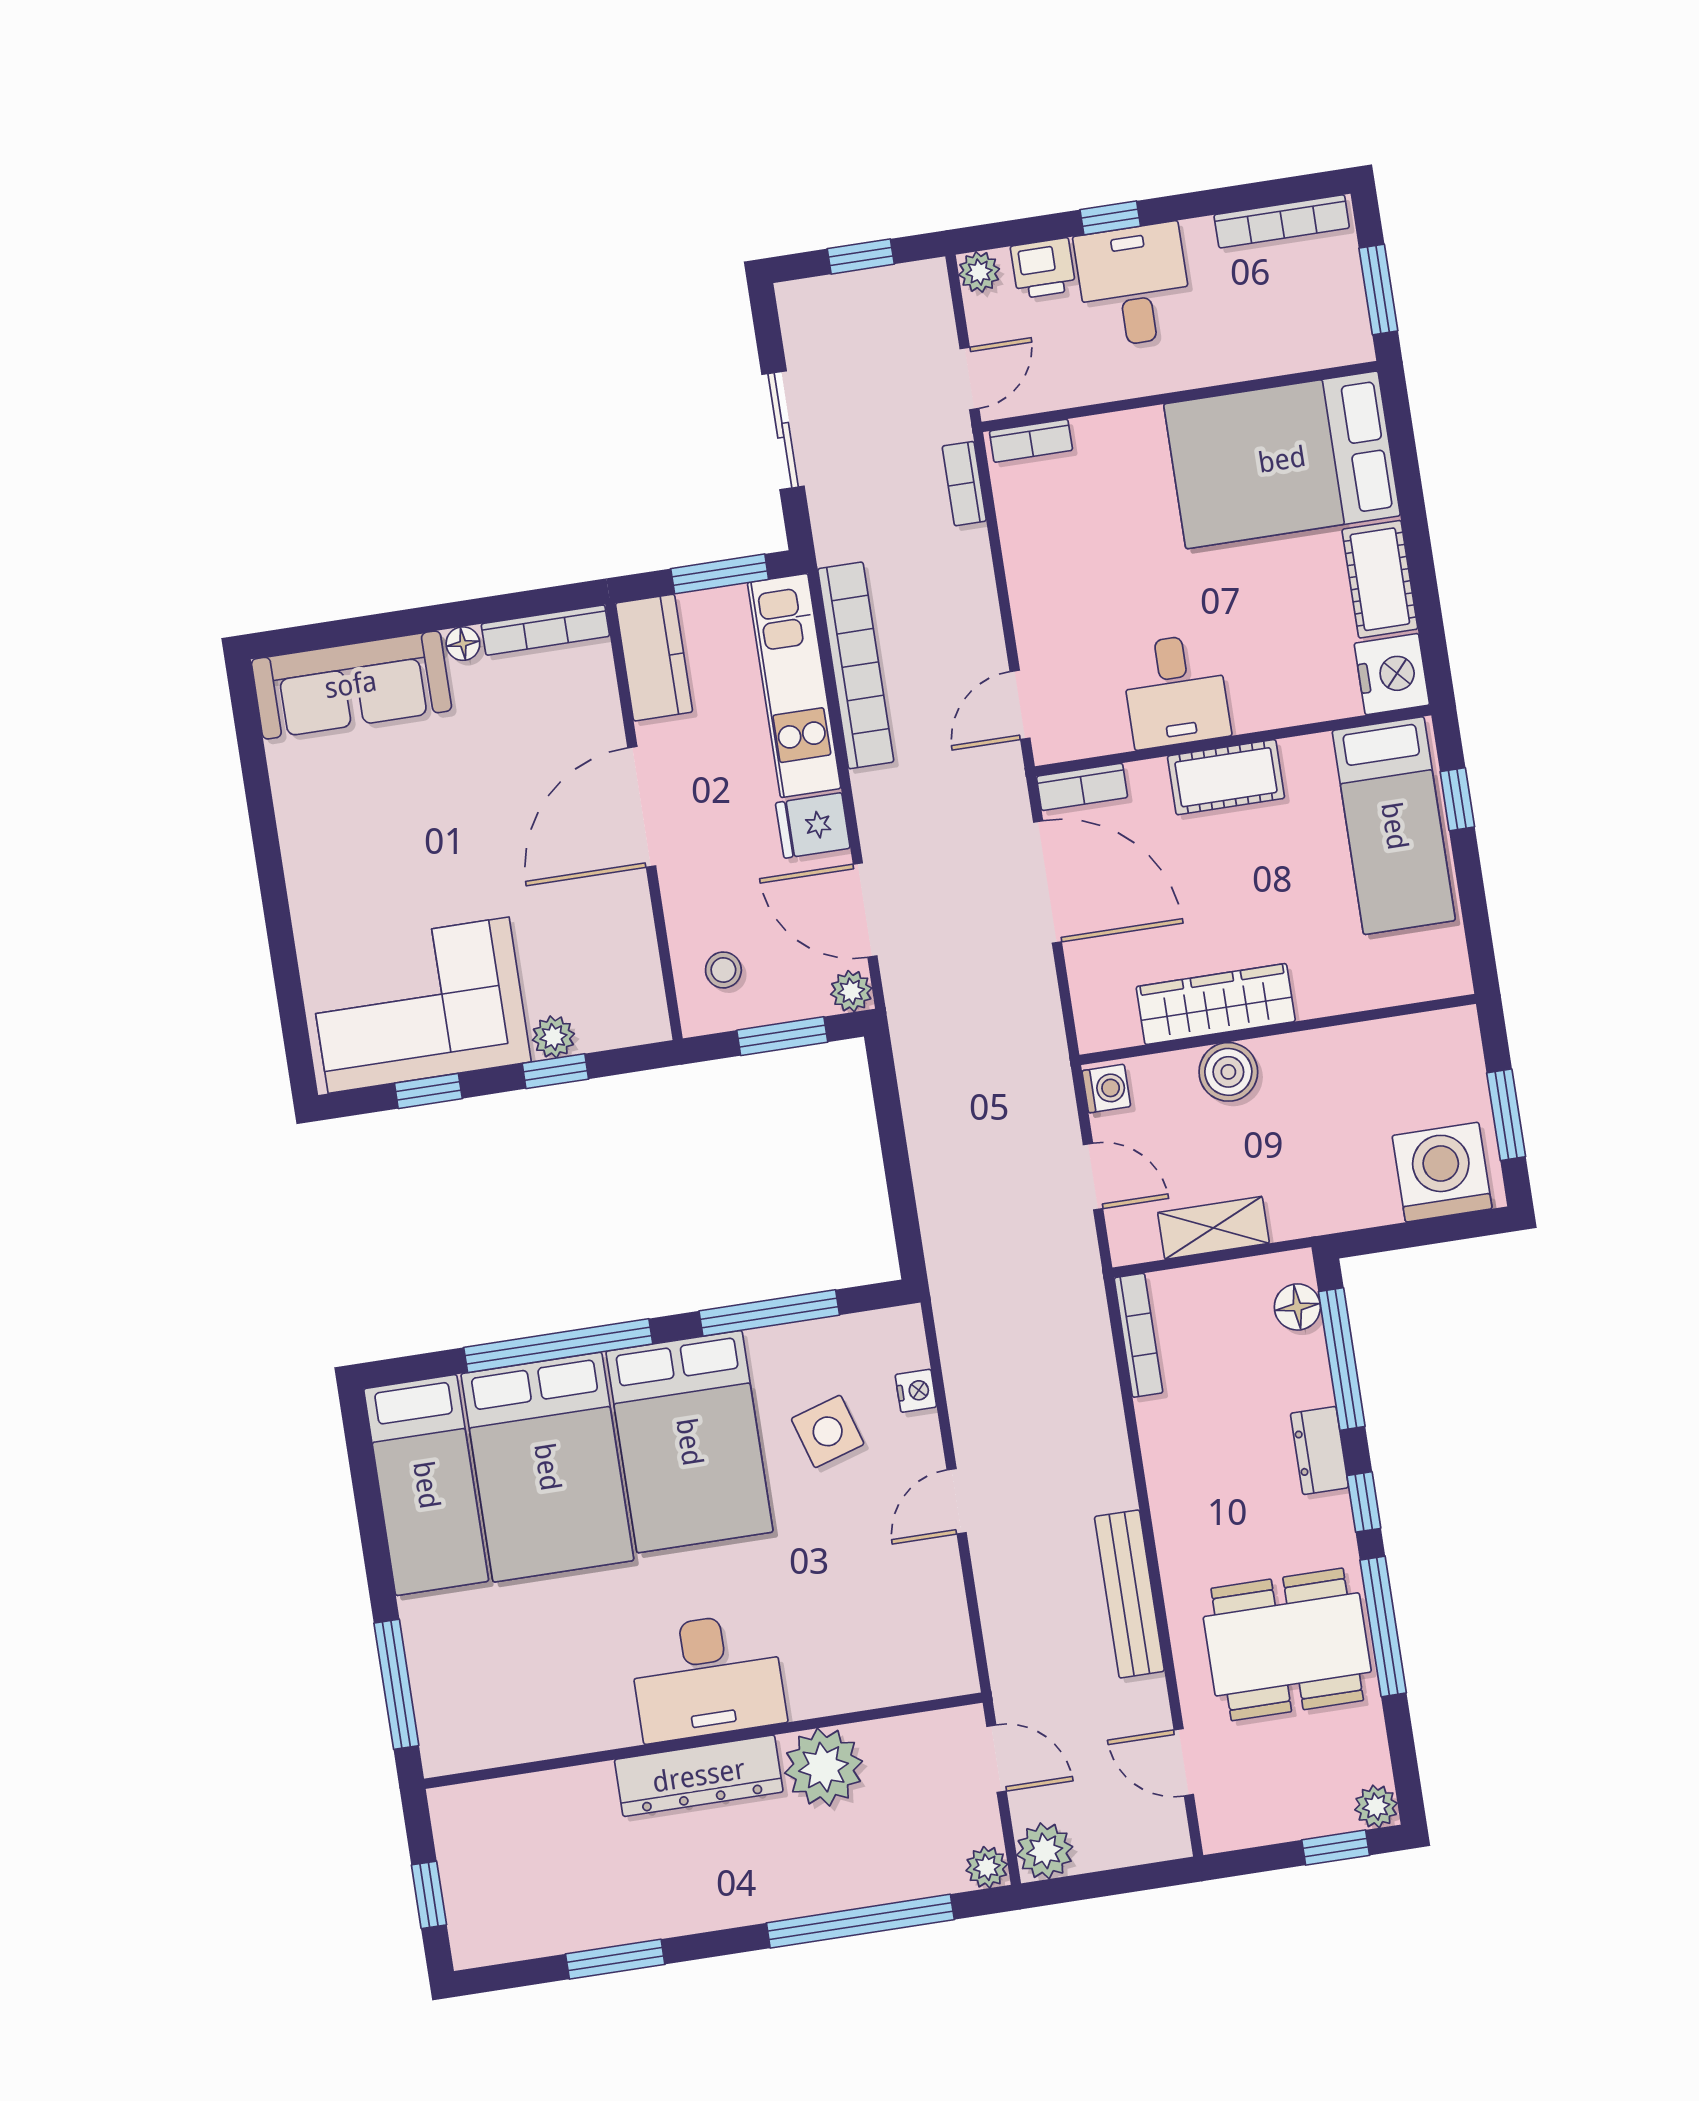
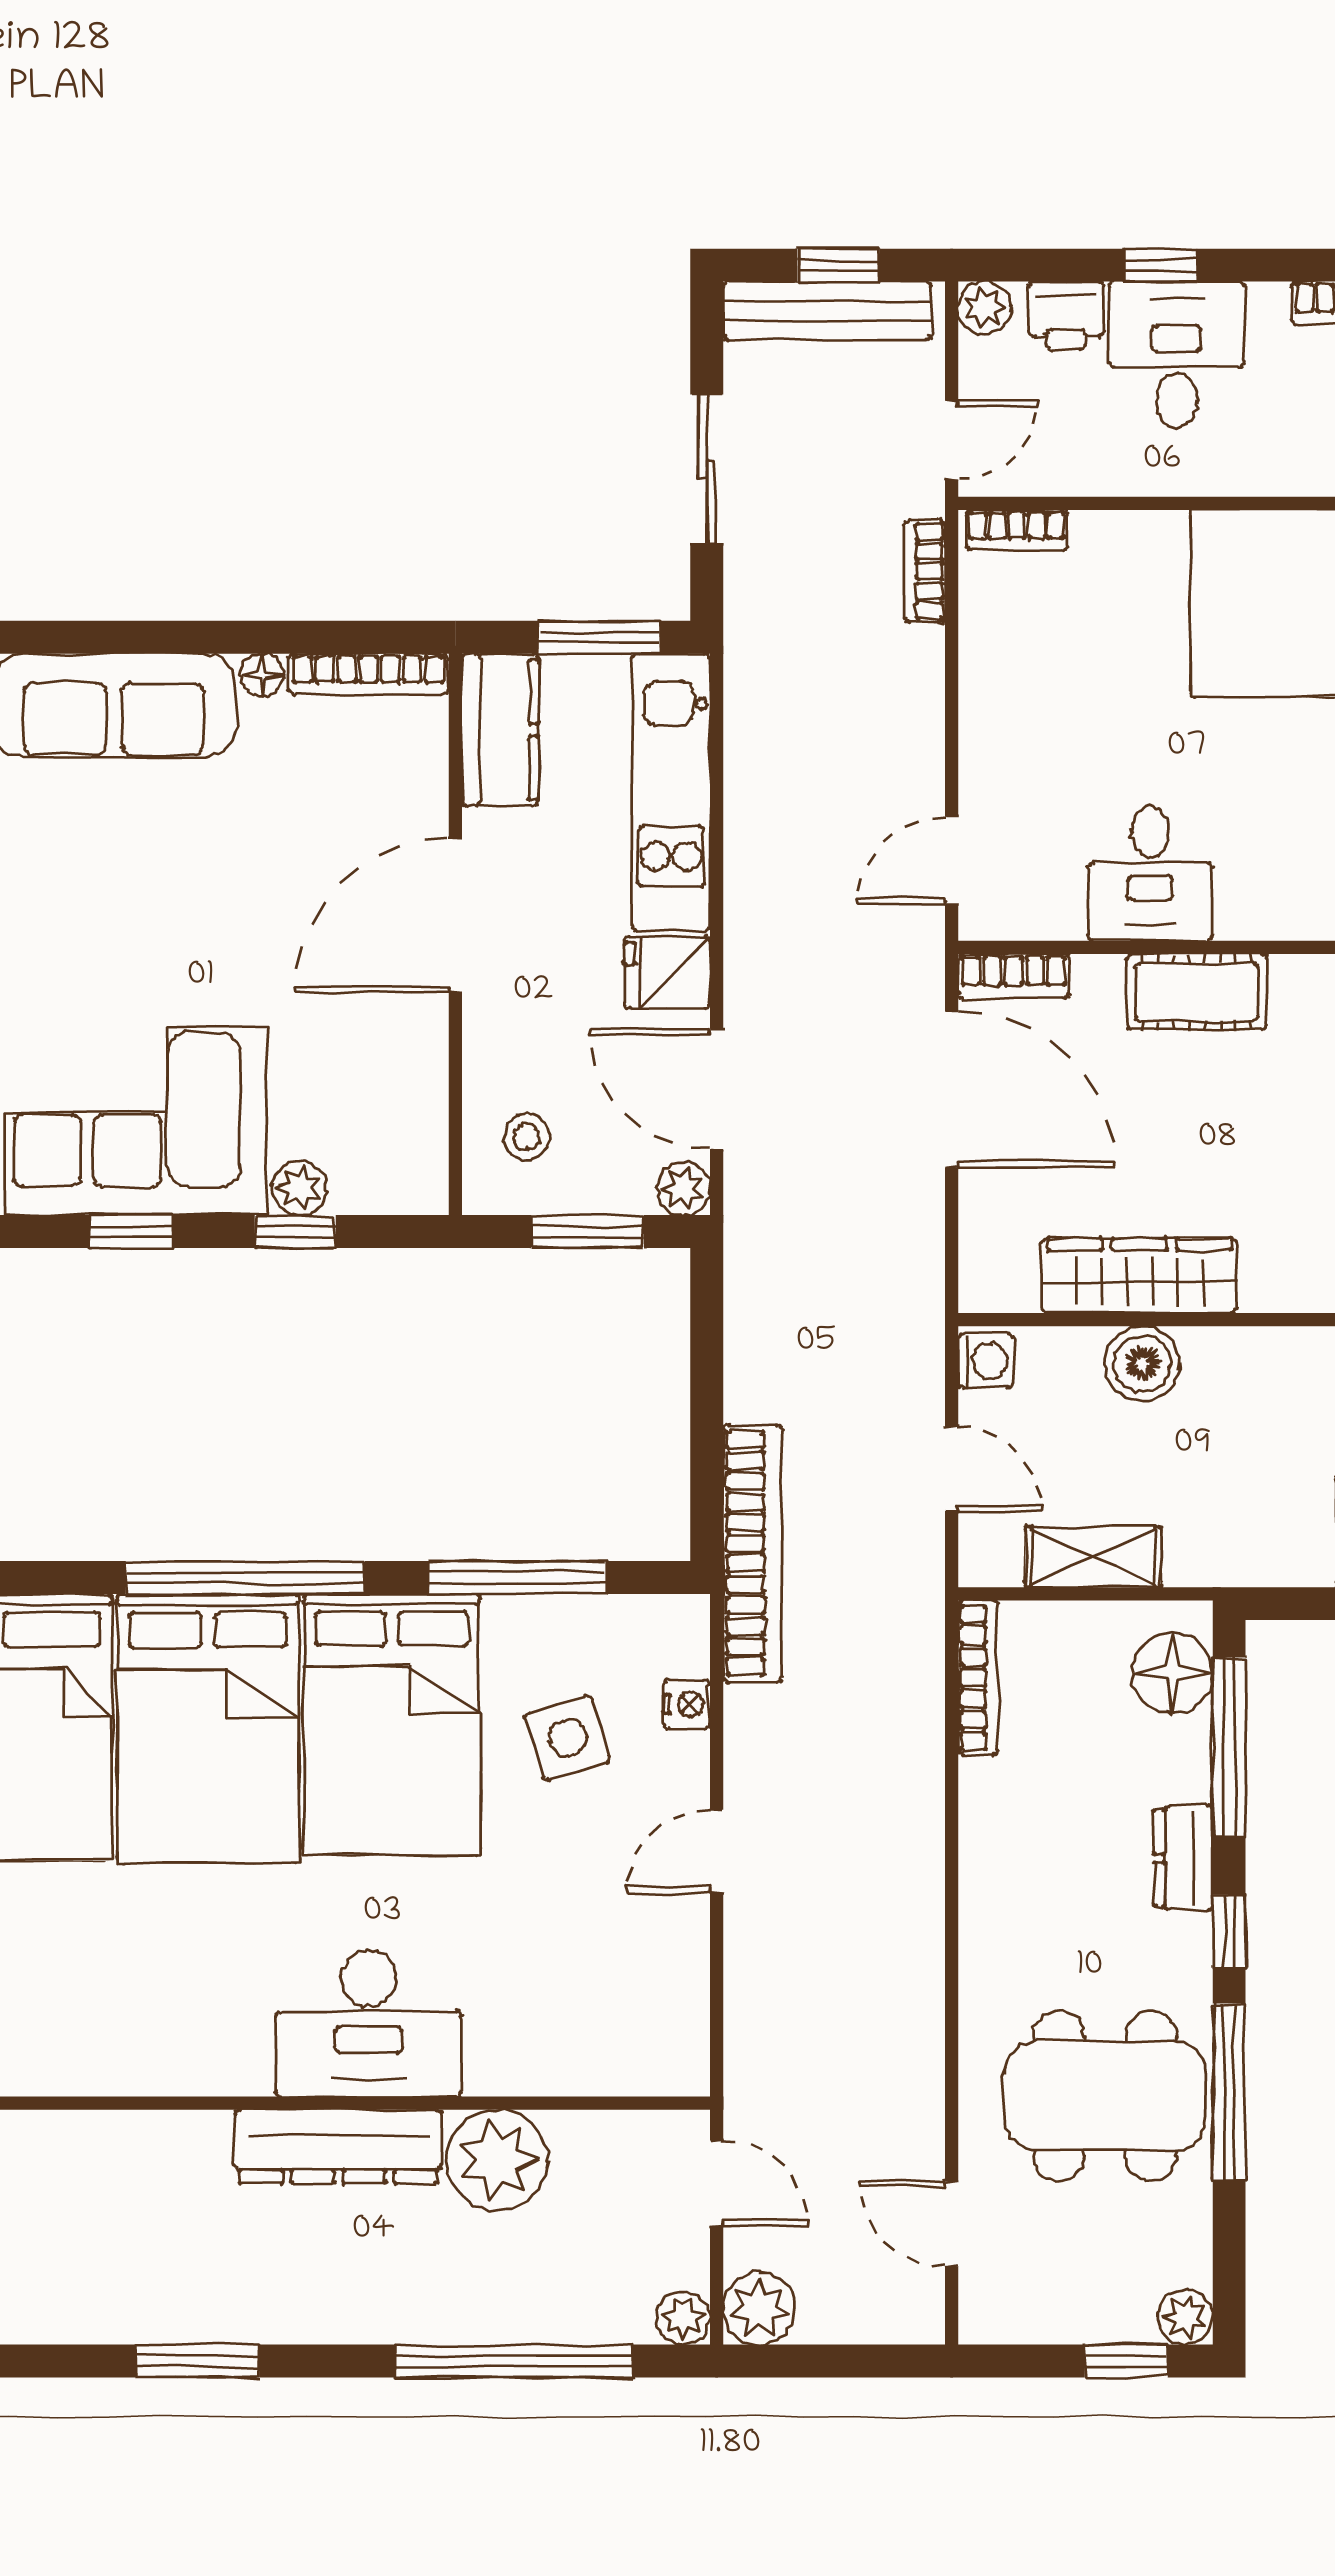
bookcase: (856, 665) -> (752, 1553), moved
floor lamp: (1297, 1307) -> (1172, 1673), width x1.38, depth x1.38
bench: (1129, 1594) -> (827, 311), moved, turned 90

